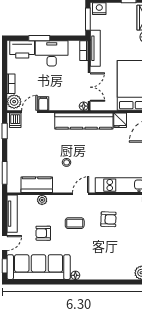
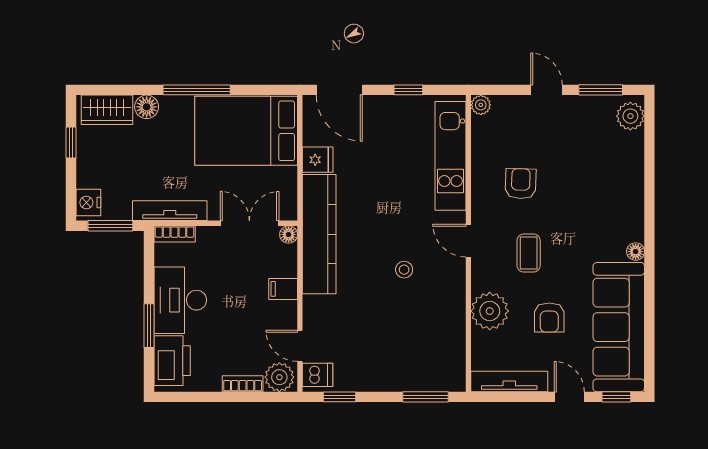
filing cabinet: (43, 103) -> (283, 289), moved
kitchen counter: (37, 185) -> (450, 331), removed
plant: (42, 200) -> (490, 311), width x1.88, depth x1.88

